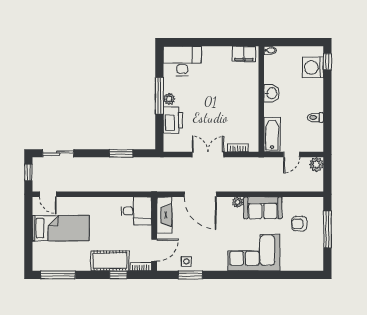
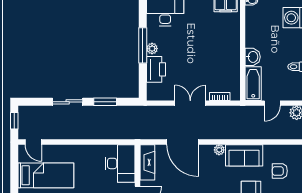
washbasin: (271, 93) -> (253, 57), moved
sliding door: (58, 153) -> (68, 102), moved
desk: (136, 211) -> (120, 163), width x1.37

